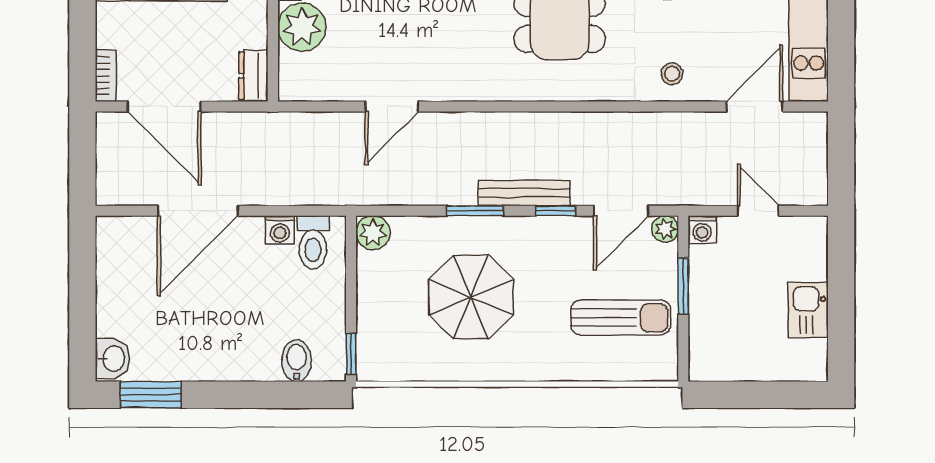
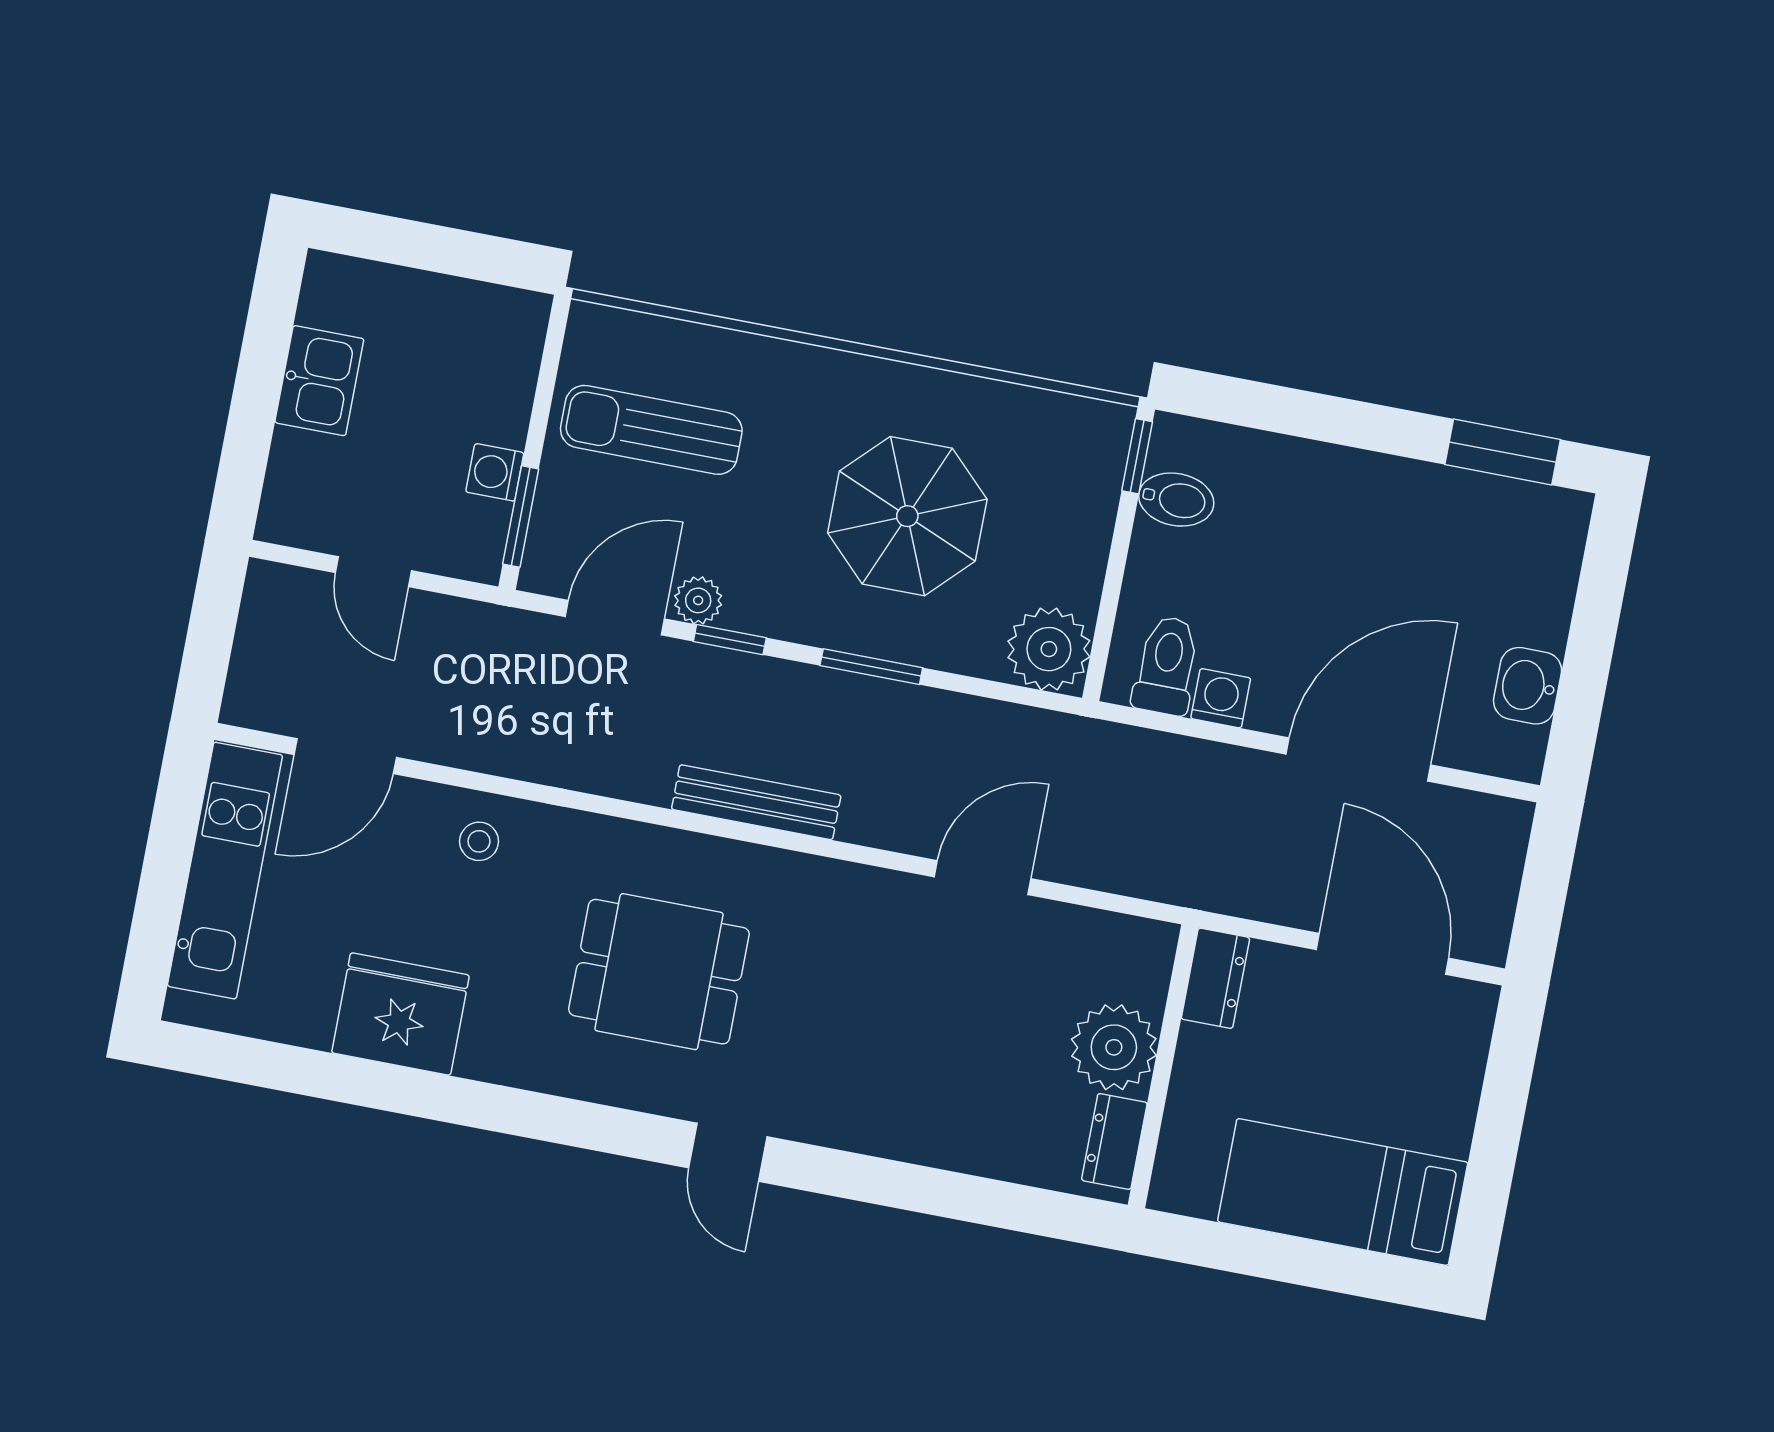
bookcase: (106, 76) -> (1475, 1028), removed
bench: (524, 193) -> (756, 802), moved
plant: (665, 229) -> (698, 600), moved
washing machine: (702, 230) -> (495, 472), moved, turned -90
plant: (373, 233) -> (1049, 649), width x1.36, depth x1.36
window: (683, 286) -> (521, 516), moved
washbasin: (113, 359) -> (1528, 686), moved
bidet: (297, 361) -> (1176, 500), moved, turned -90

